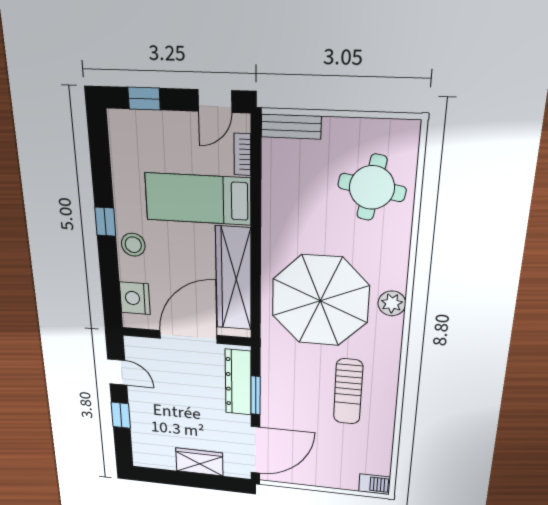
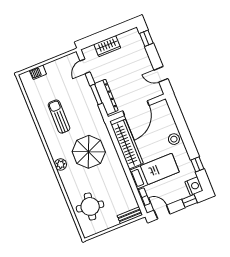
door: (215, 101) -> (162, 212), hinge flipped
window: (105, 222) -> (197, 164), moved
nightstand: (135, 298) -> (194, 186), moved
parasol: (320, 301) -> (89, 152), width x0.73, depth x0.73
window: (121, 415) -> (146, 38), moved
door: (255, 450) -> (85, 66), width x0.53
barbecue: (375, 484) -> (38, 72), moved

